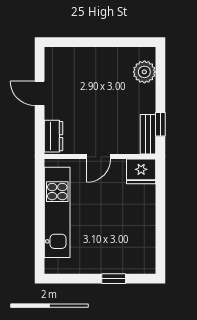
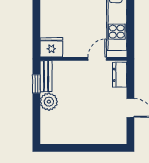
plant: (144, 72) -> (49, 102), moved
door: (99, 157) -> (97, 59), moved

